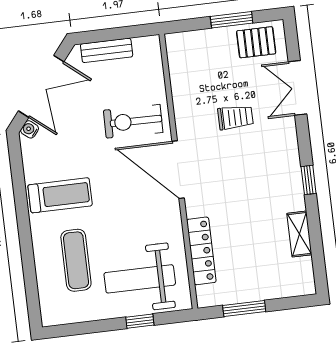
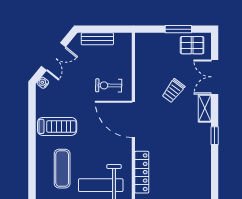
double door: (41, 86) -> (53, 56), width x0.73
trolley: (235, 117) -> (173, 91), turned 127
exercise bike: (133, 121) -> (109, 85), width x0.73, depth x0.72
shelving: (299, 234) -> (205, 108), moved

